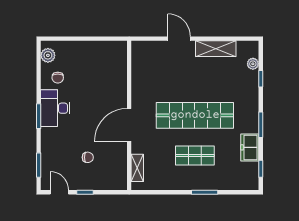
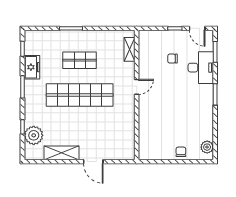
plant: (253, 64) -> (34, 135), width x1.88, depth x1.88
chair: (58, 78) -> (181, 152), moved
desk: (55, 108) -> (201, 68), moved
door: (129, 125) -> (137, 87), width x0.53

